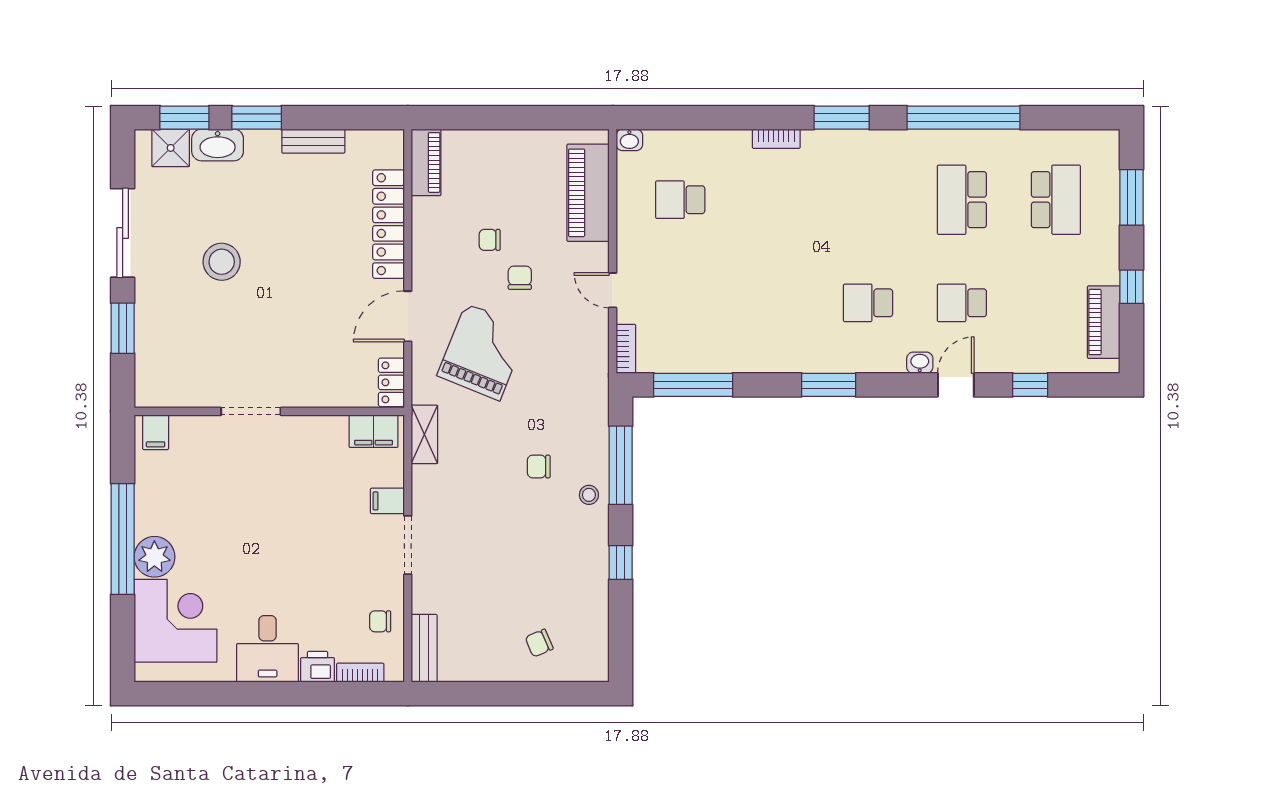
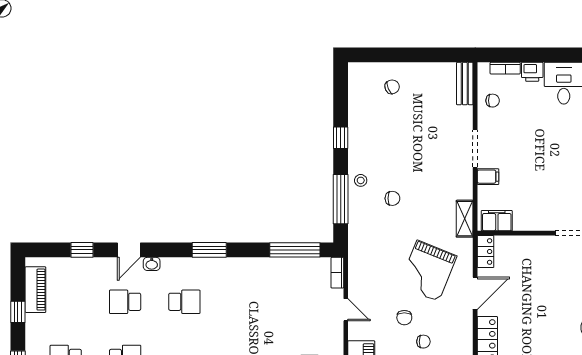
school desk: (962, 303) -> (125, 302), turned 180

